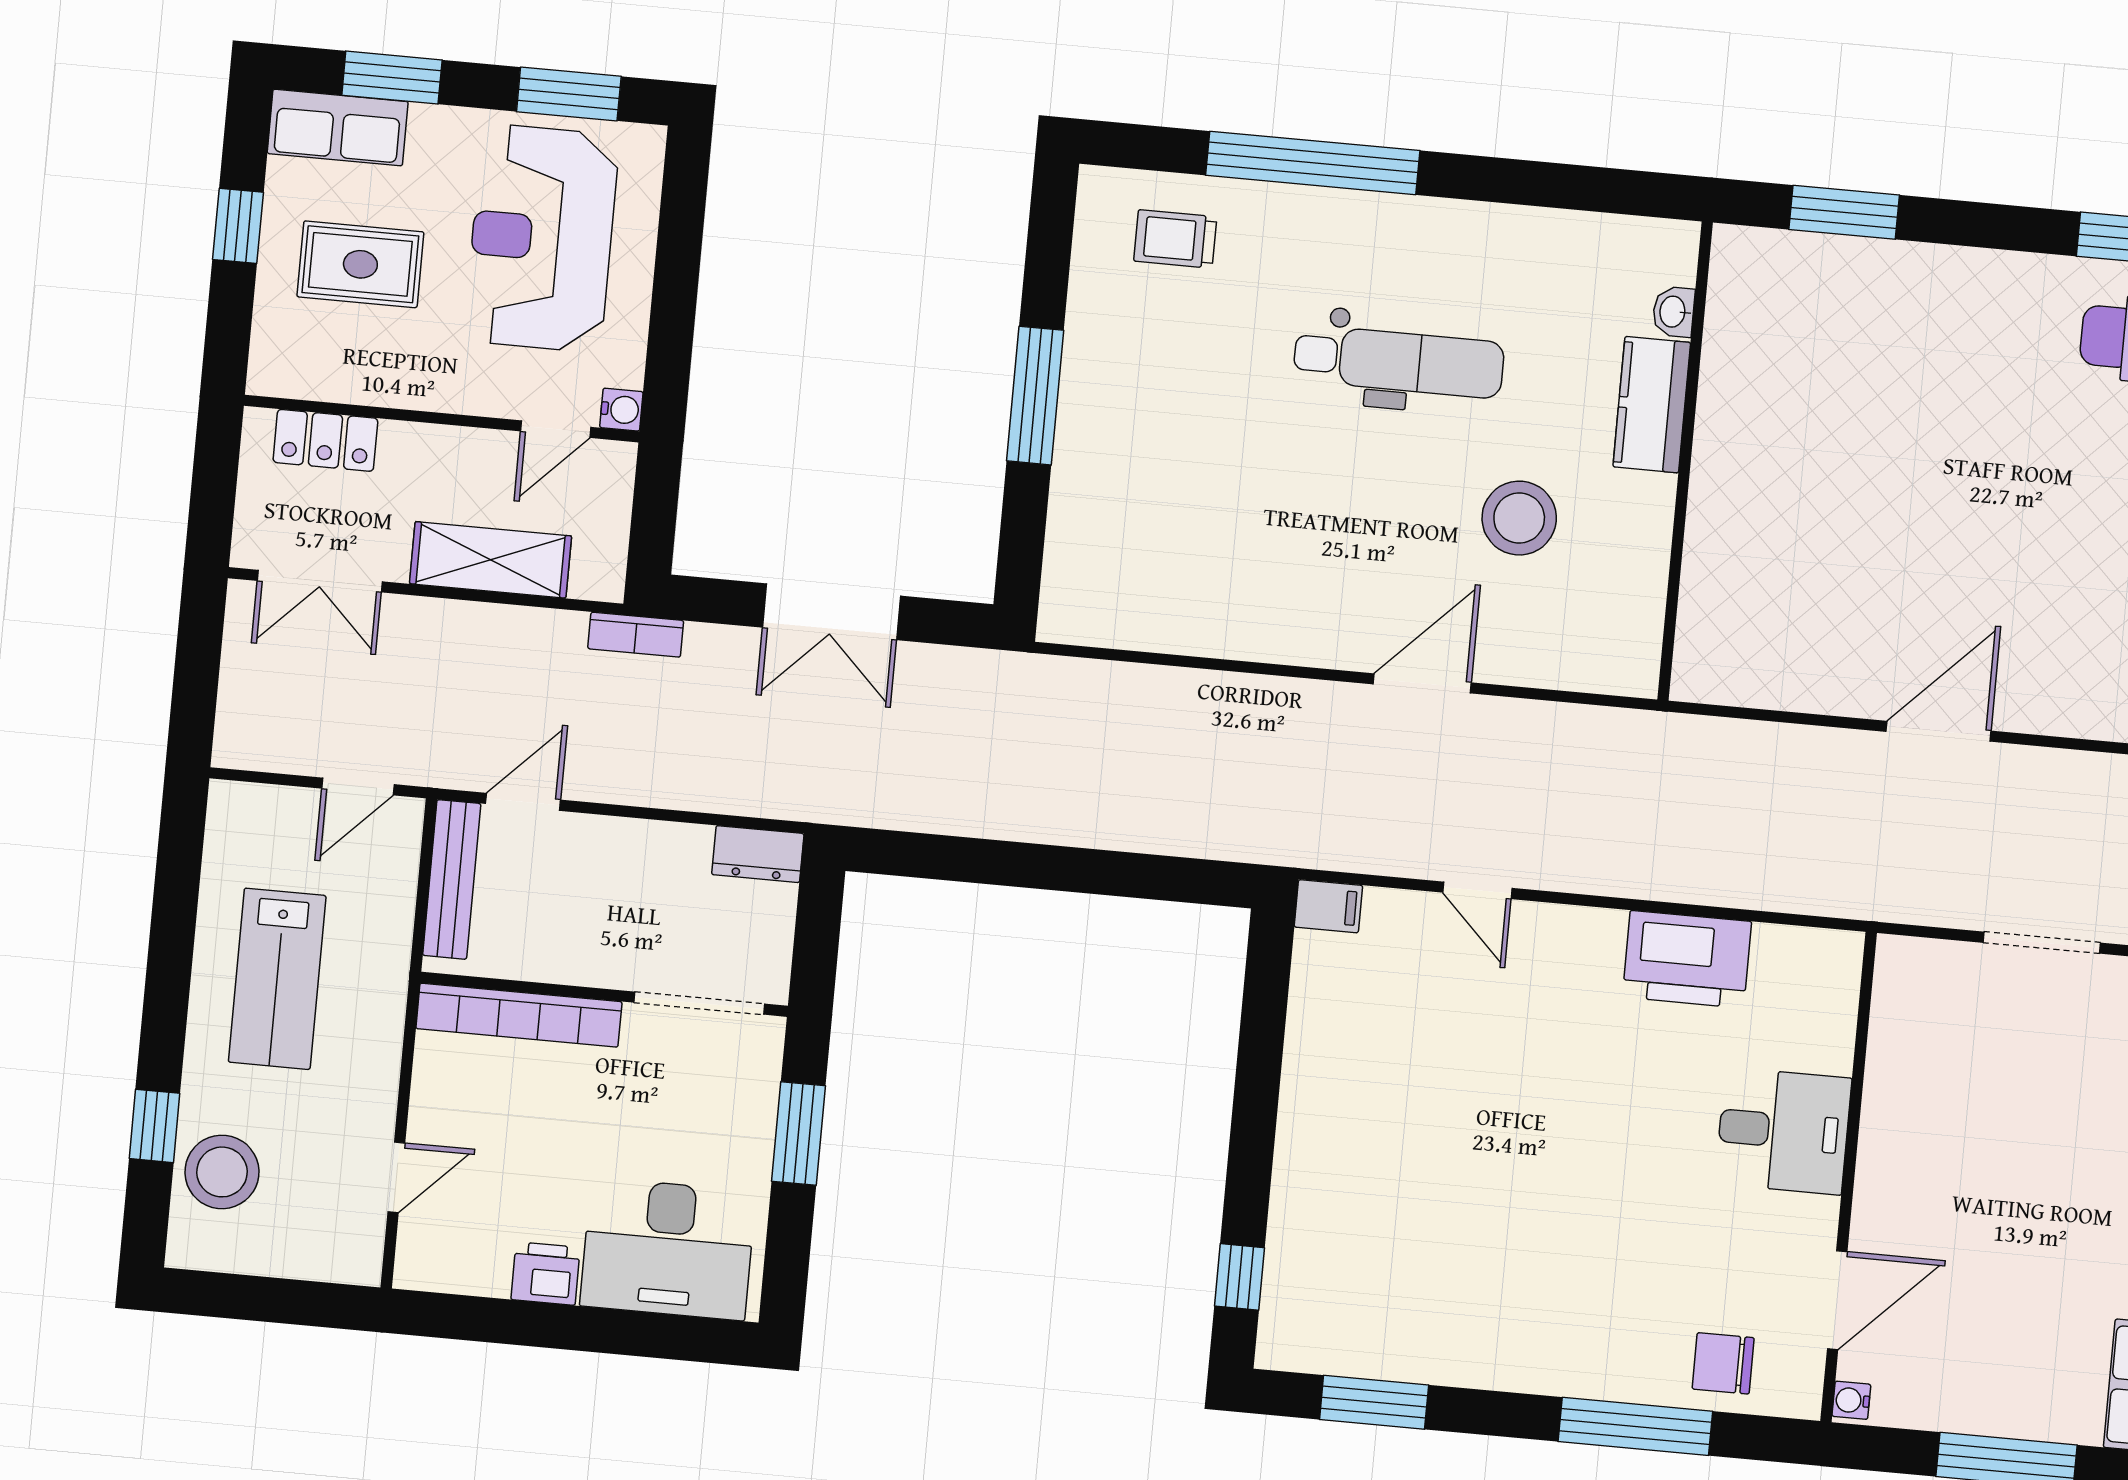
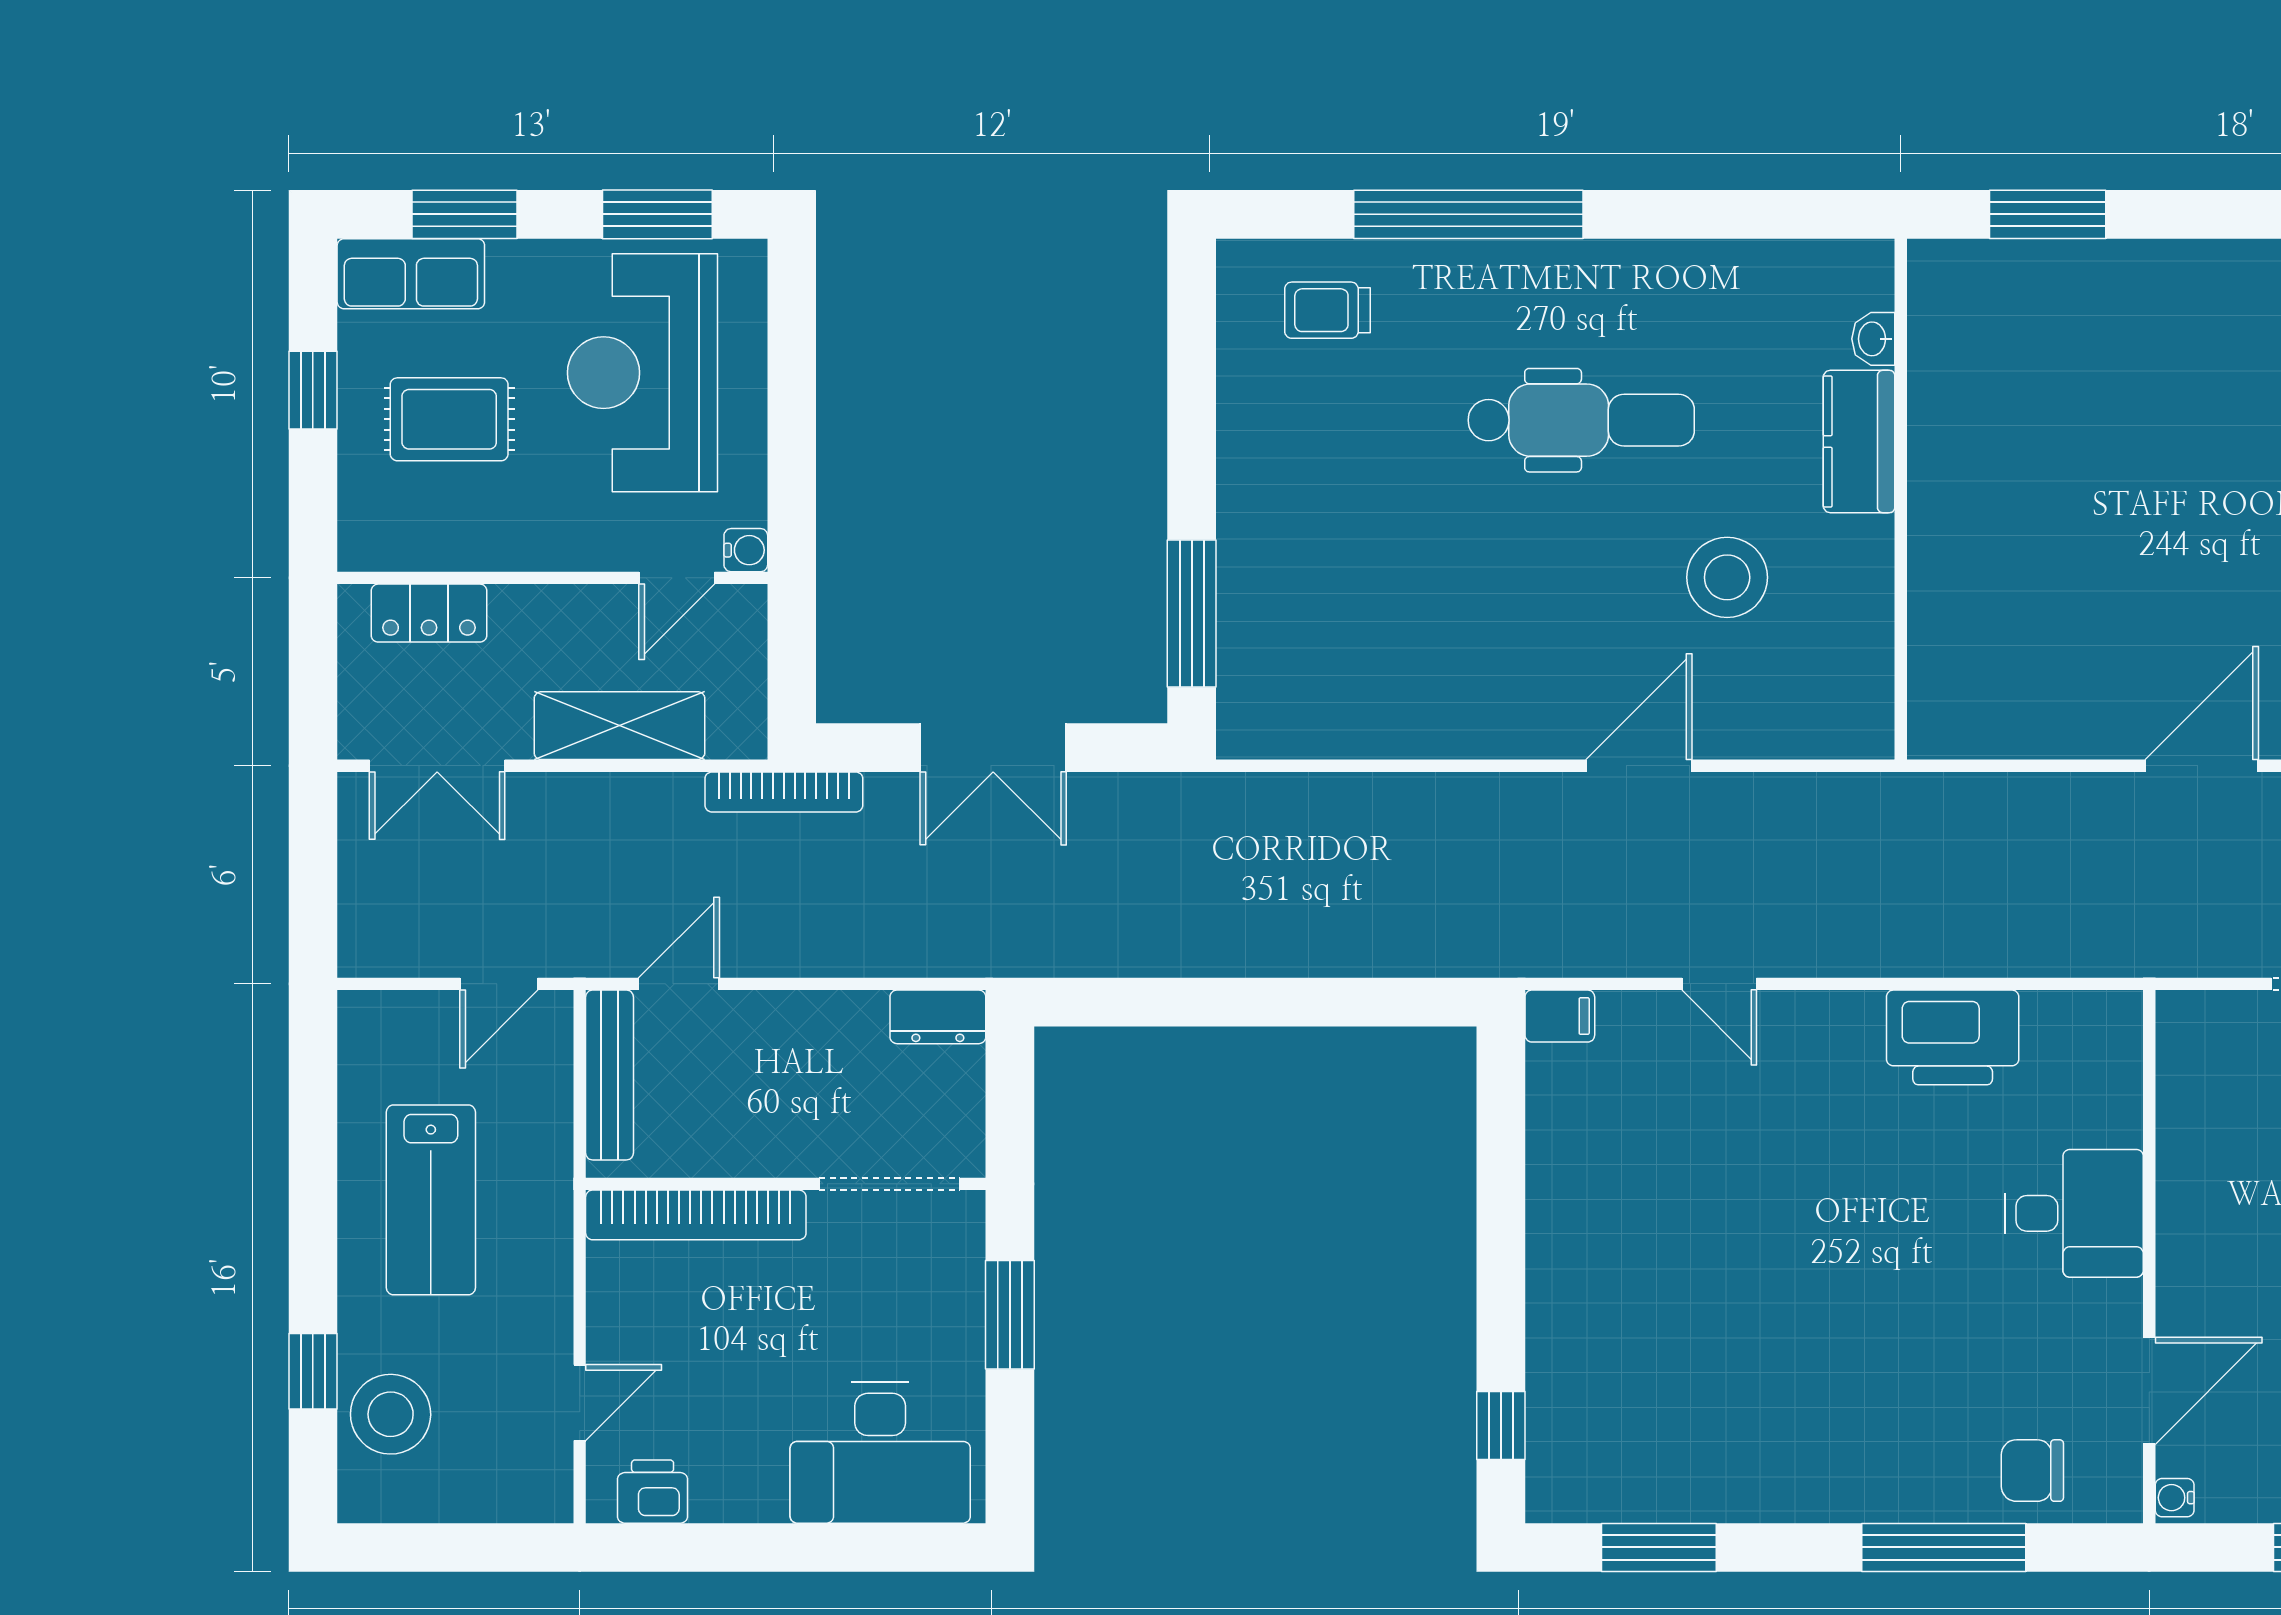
window: (1035, 396) -> (1192, 614), moved
bookcase: (636, 635) -> (784, 792), width x1.56
printer: (546, 1274) -> (653, 1492), moved

